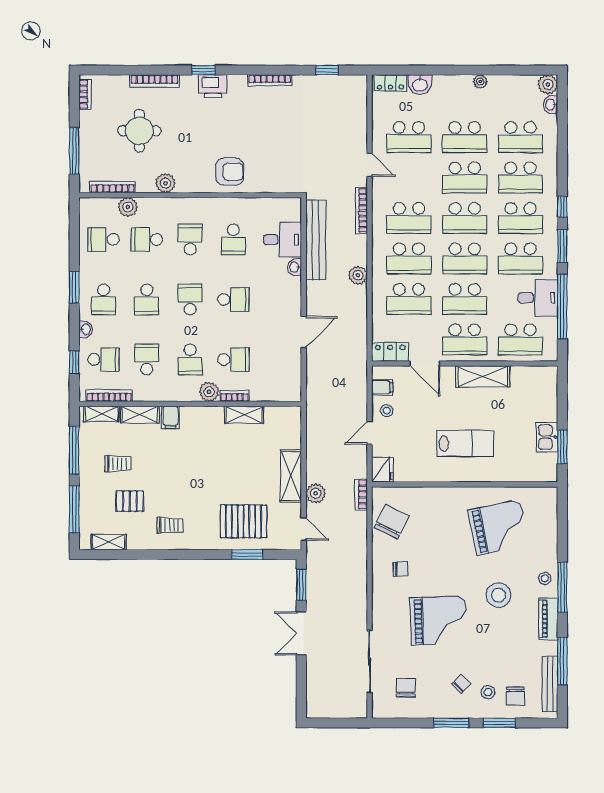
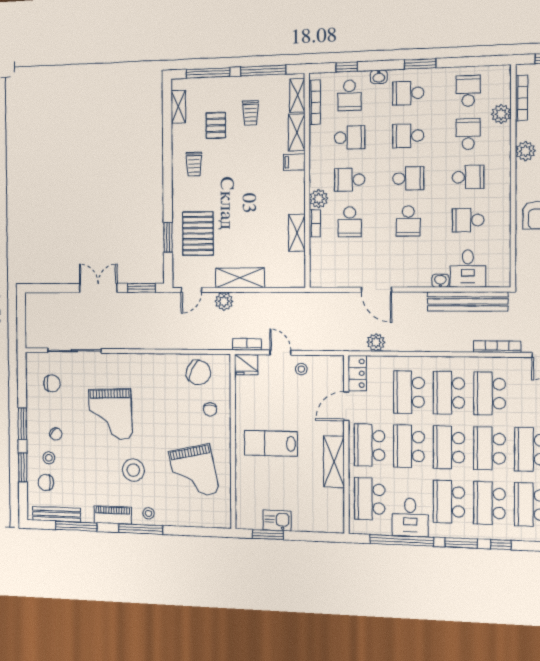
plant: (358, 275) -> (376, 342), moved
filing cabinet: (382, 387) -> (323, 365), removed
lab bench: (465, 443) -> (271, 443), turned 90
bookcase: (361, 494) -> (247, 344), moved
chair: (401, 569) -> (210, 409), moved

